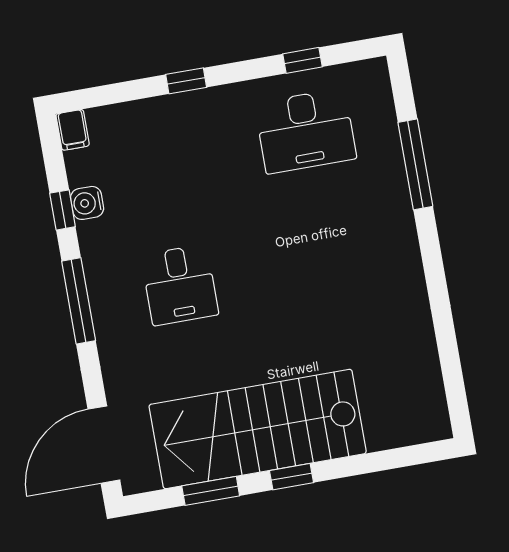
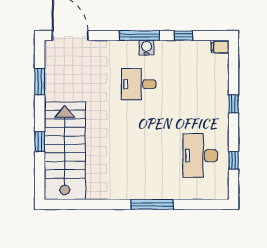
window: (415, 164) -> (152, 204), moved
water cooler: (87, 203) -> (147, 48), moved
stairs: (258, 429) -> (65, 151), moved
window: (292, 477) -> (40, 141), moved

